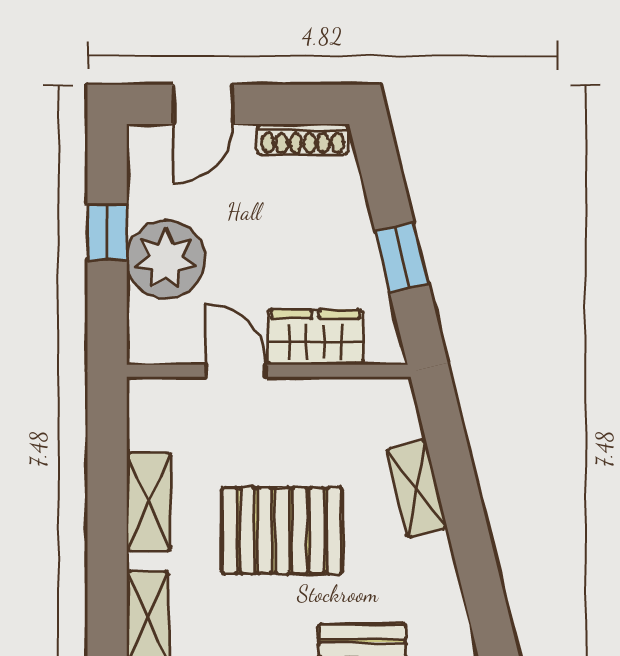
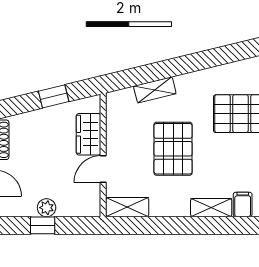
plant: (166, 259) -> (47, 208), width x0.53, depth x0.53
shelving: (149, 502) -> (127, 207), moved

